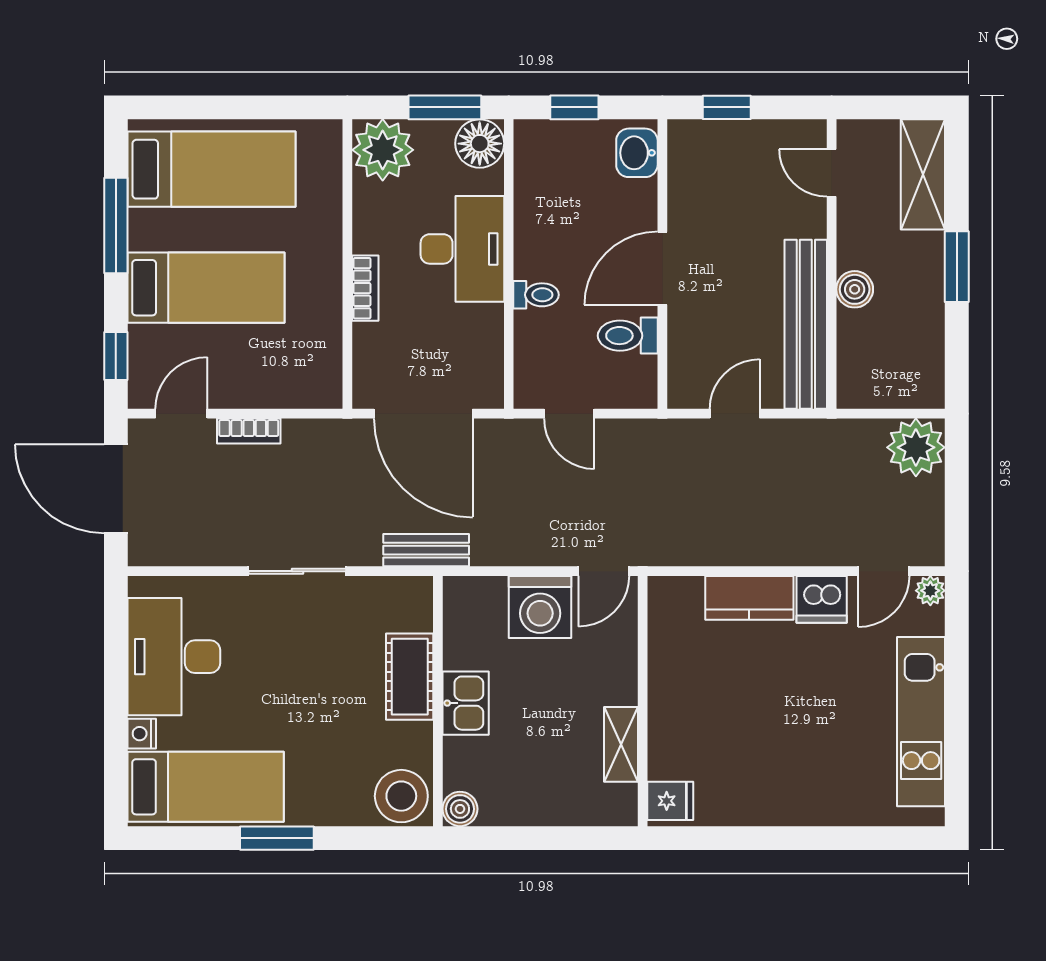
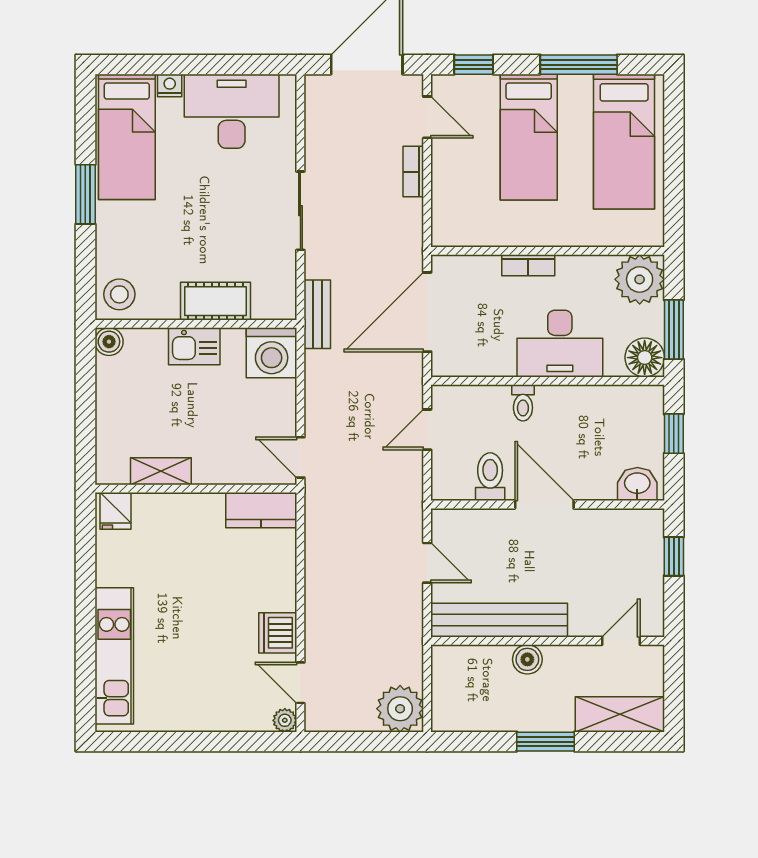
kitchen counter: (749, 598) -> (261, 510), moved, turned -90
washing machine: (540, 607) -> (272, 353), moved, turned -90
kitchen unit: (921, 722) -> (114, 656), moved, turned 90
stool: (401, 796) -> (119, 294), width x0.73, depth x0.73

